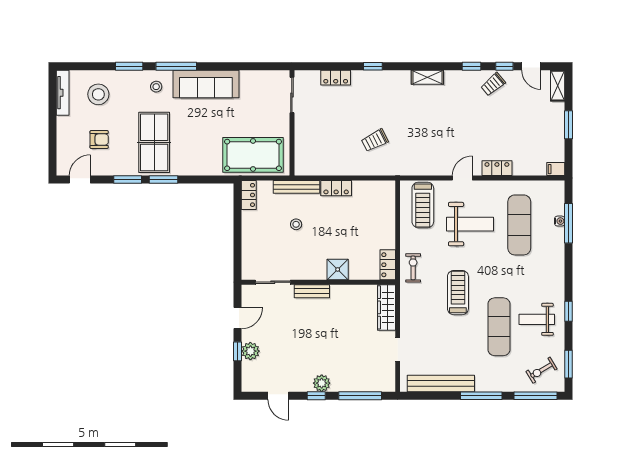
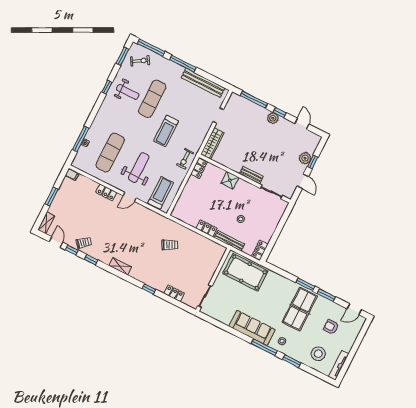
weight bench: (470, 224) -> (139, 168), turned 90
door: (238, 318) -> (303, 181), swing flipped

